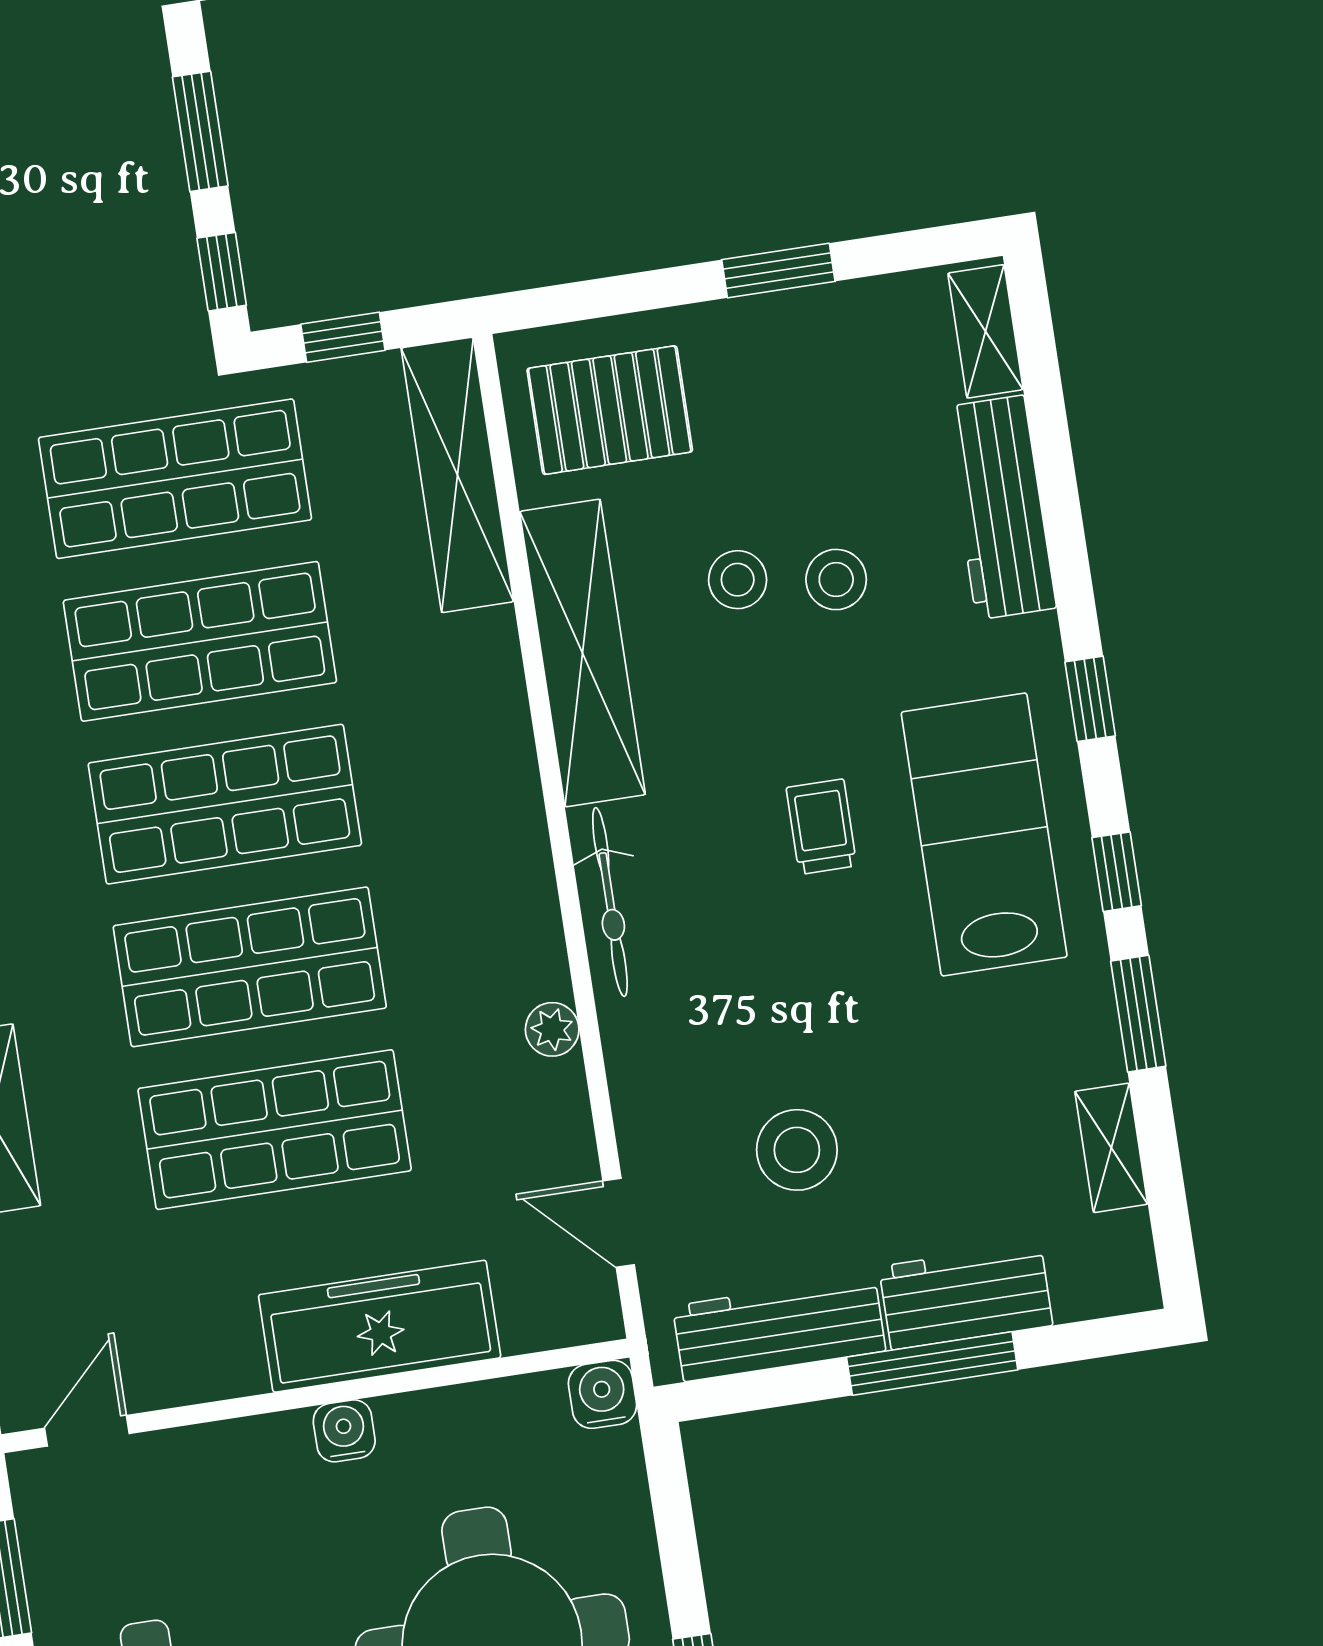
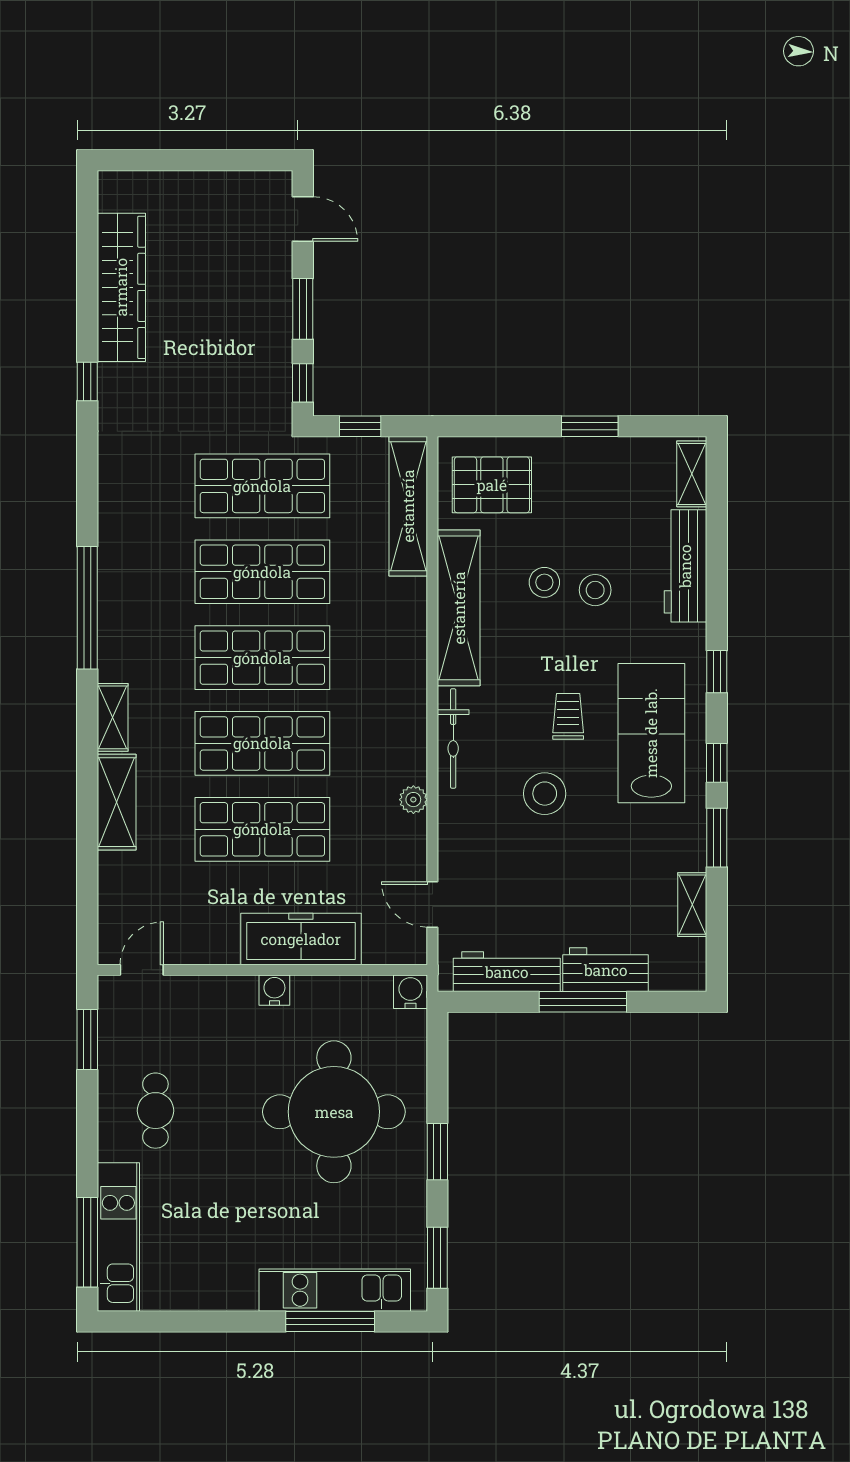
stool: (797, 1150) -> (545, 794), moved

